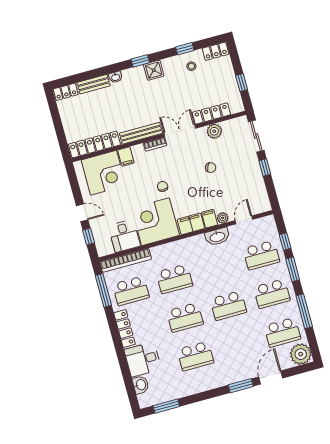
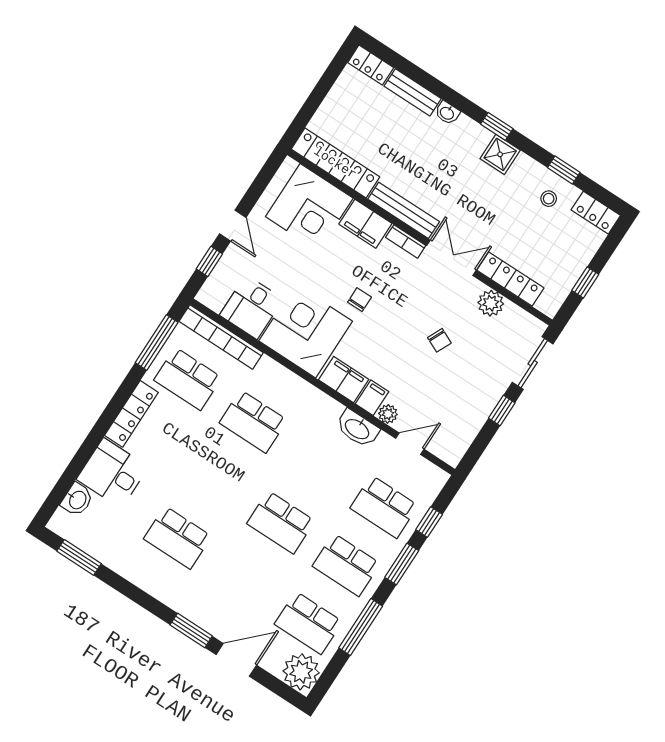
filing cabinet: (126, 157) -> (365, 224), width x2.00
school desk: (185, 317) -> (215, 480), removed

